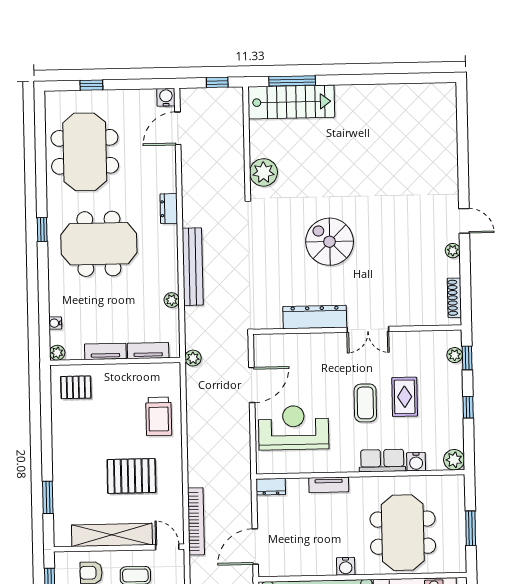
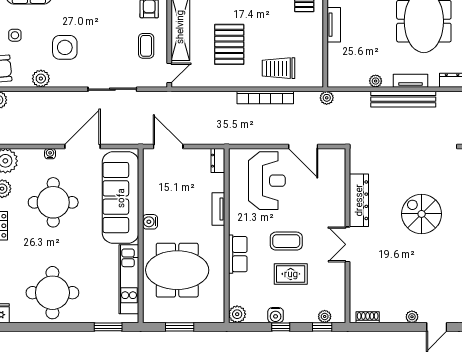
spiral stairs: (330, 242) -> (422, 214), turned -90
shoe rack: (454, 298) -> (368, 317), width x0.70
tv unit: (148, 351) -> (410, 81), moved, turned -90
water cooler: (416, 462) -> (276, 315), moved, turned -90
bookcase: (196, 521) -> (265, 97), moved

